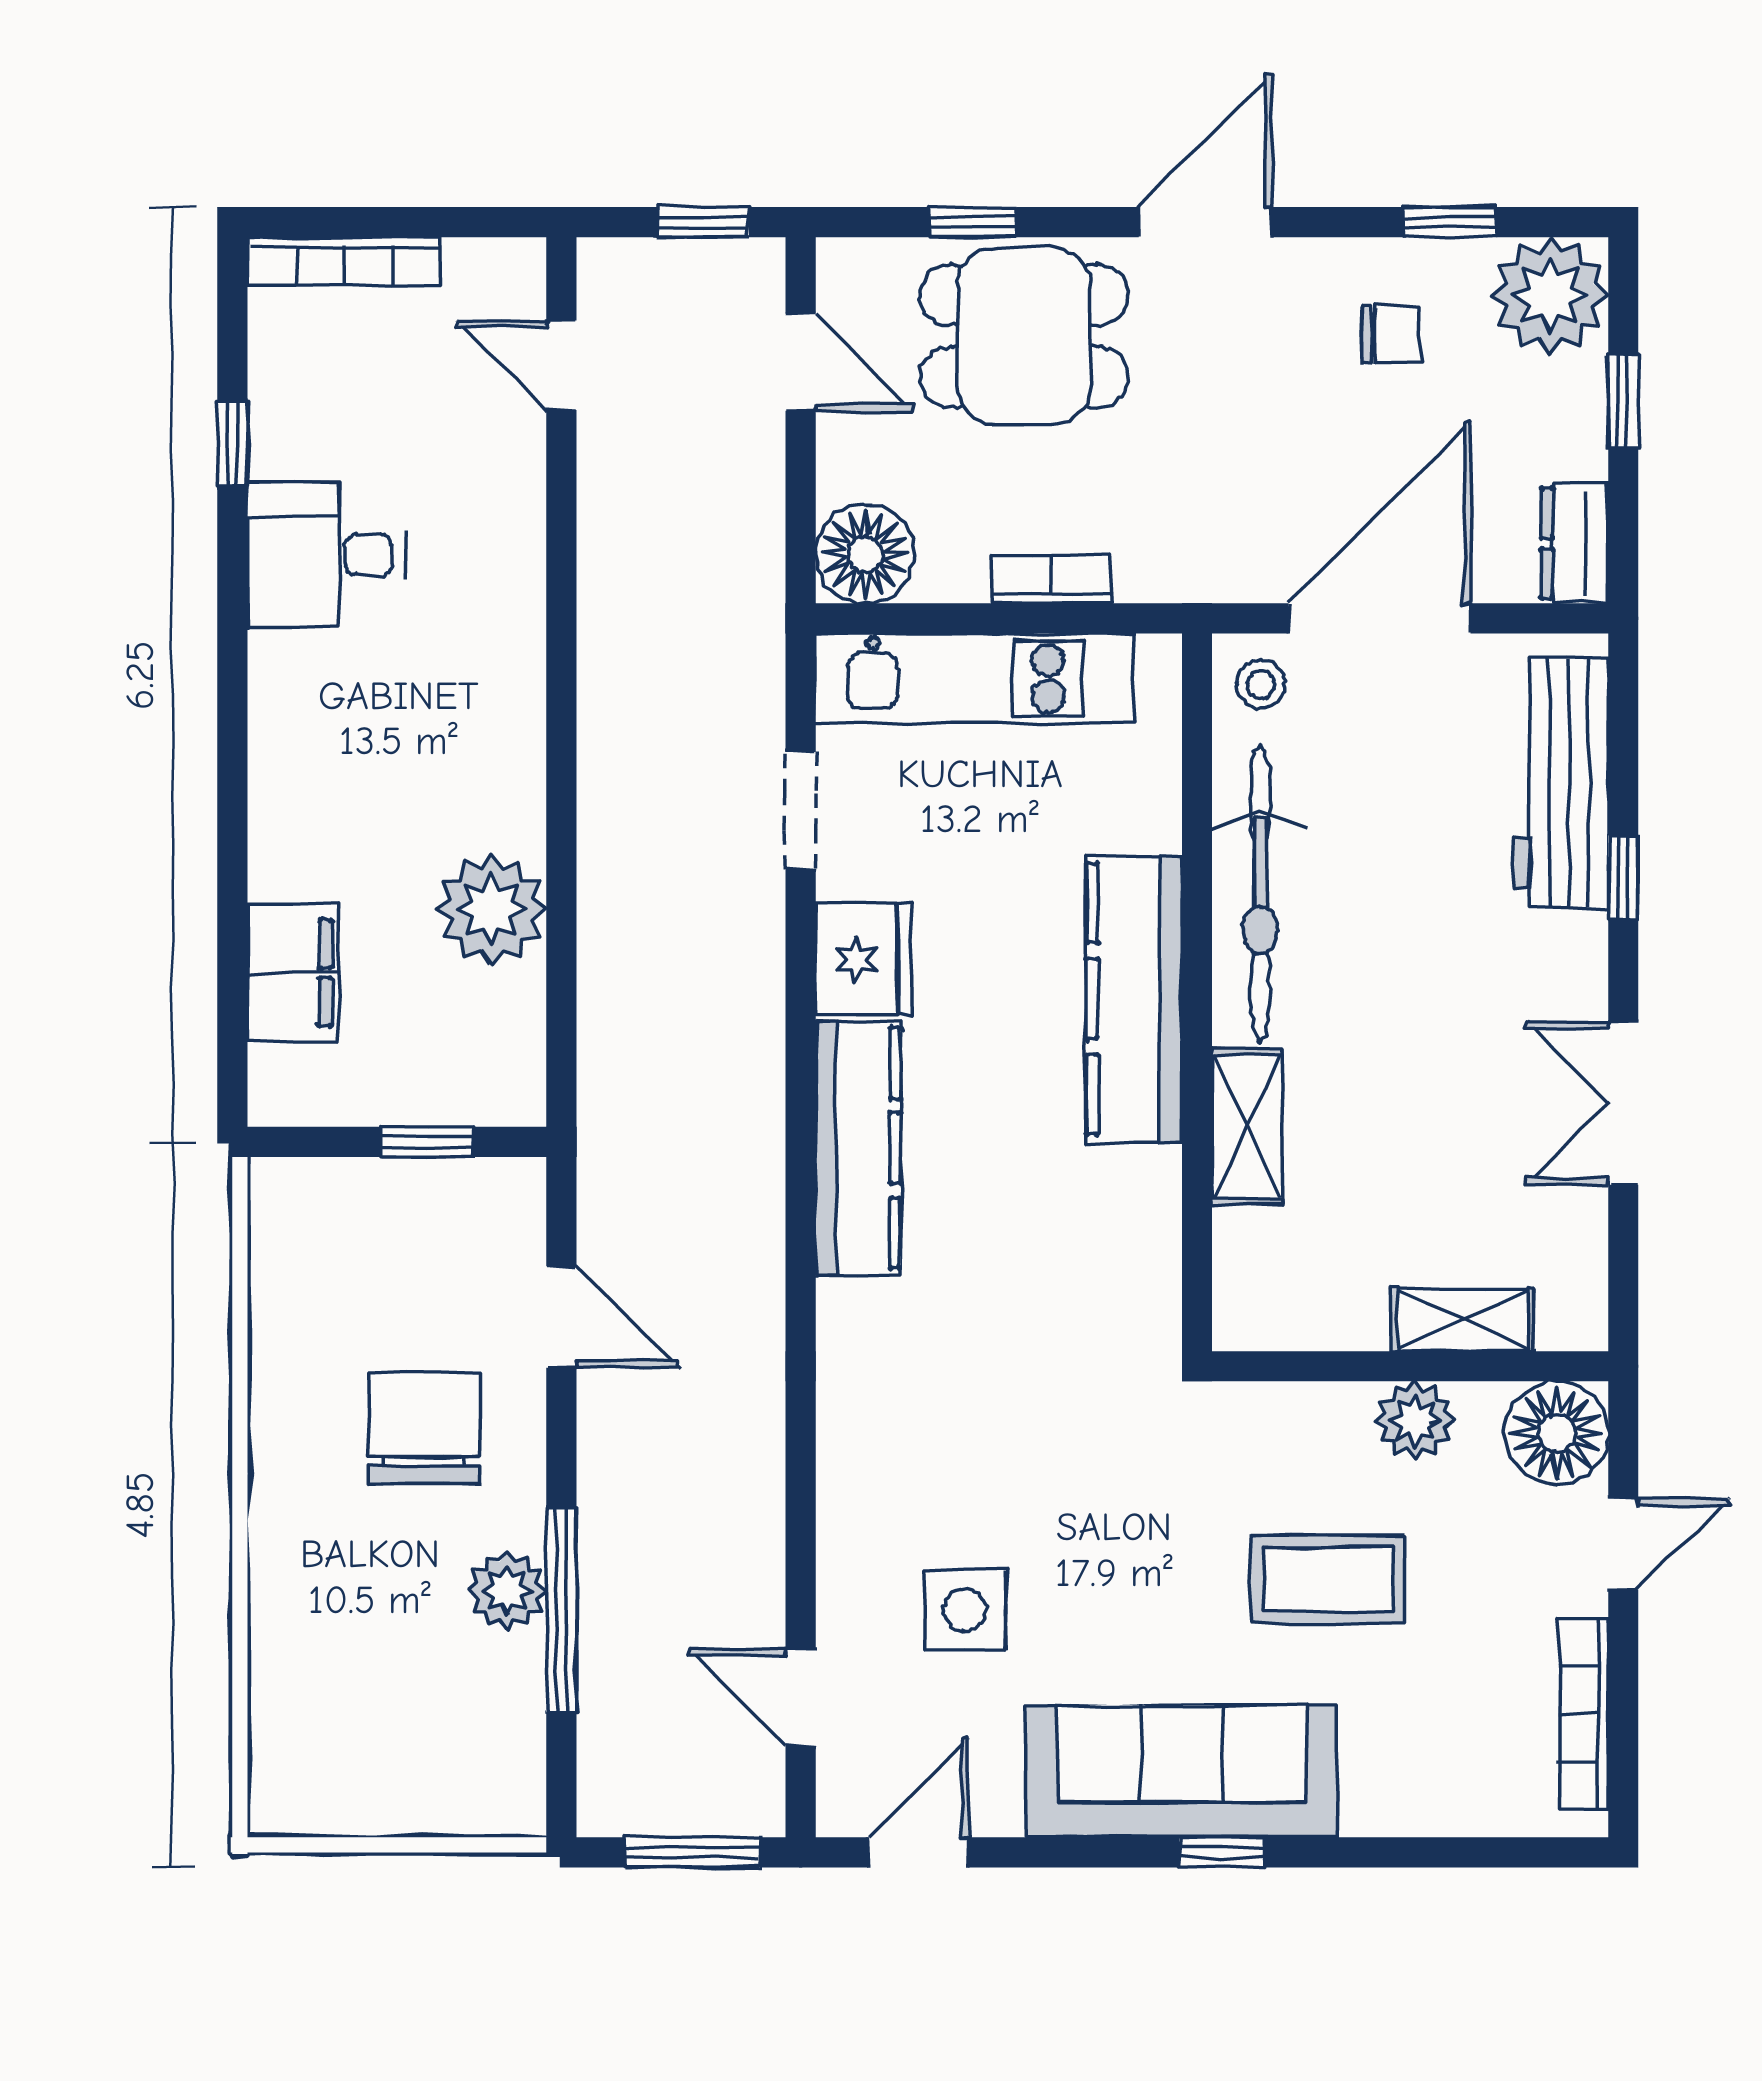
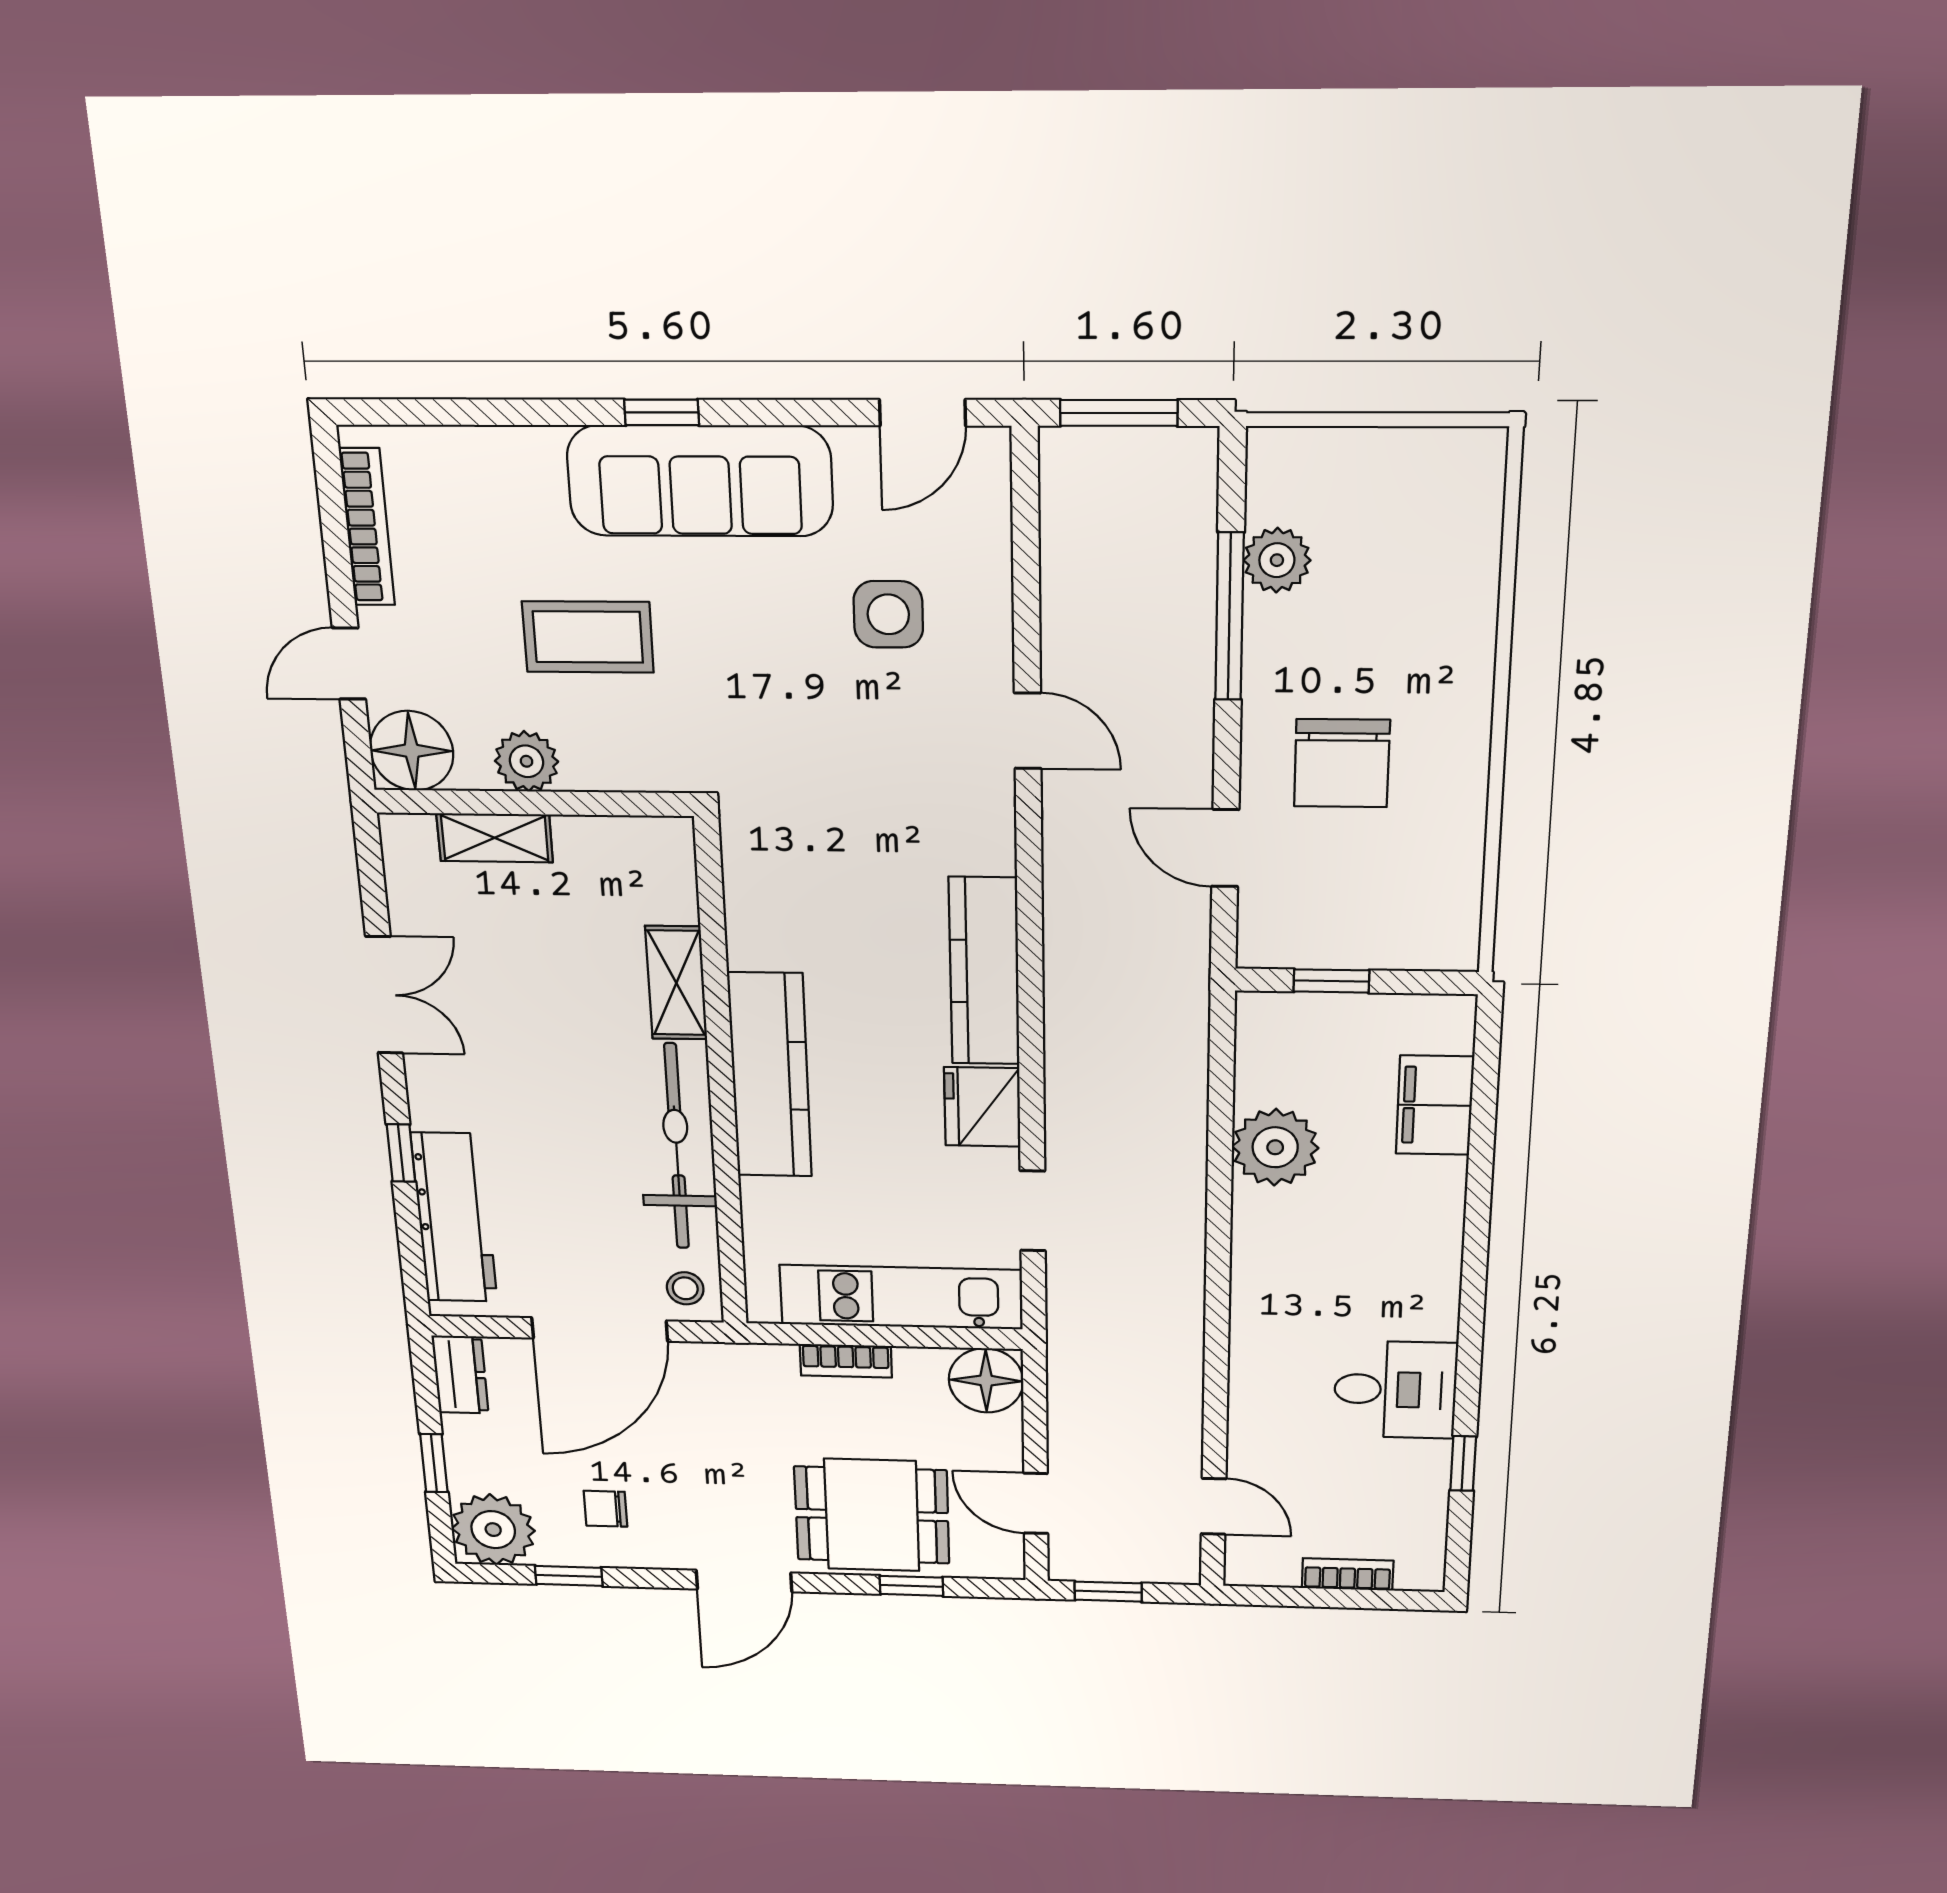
bookcase: (344, 261) -> (1348, 1574), width x0.64
plant: (507, 1591) -> (1277, 560), moved
door: (801, 1697) -> (1028, 731), moved

